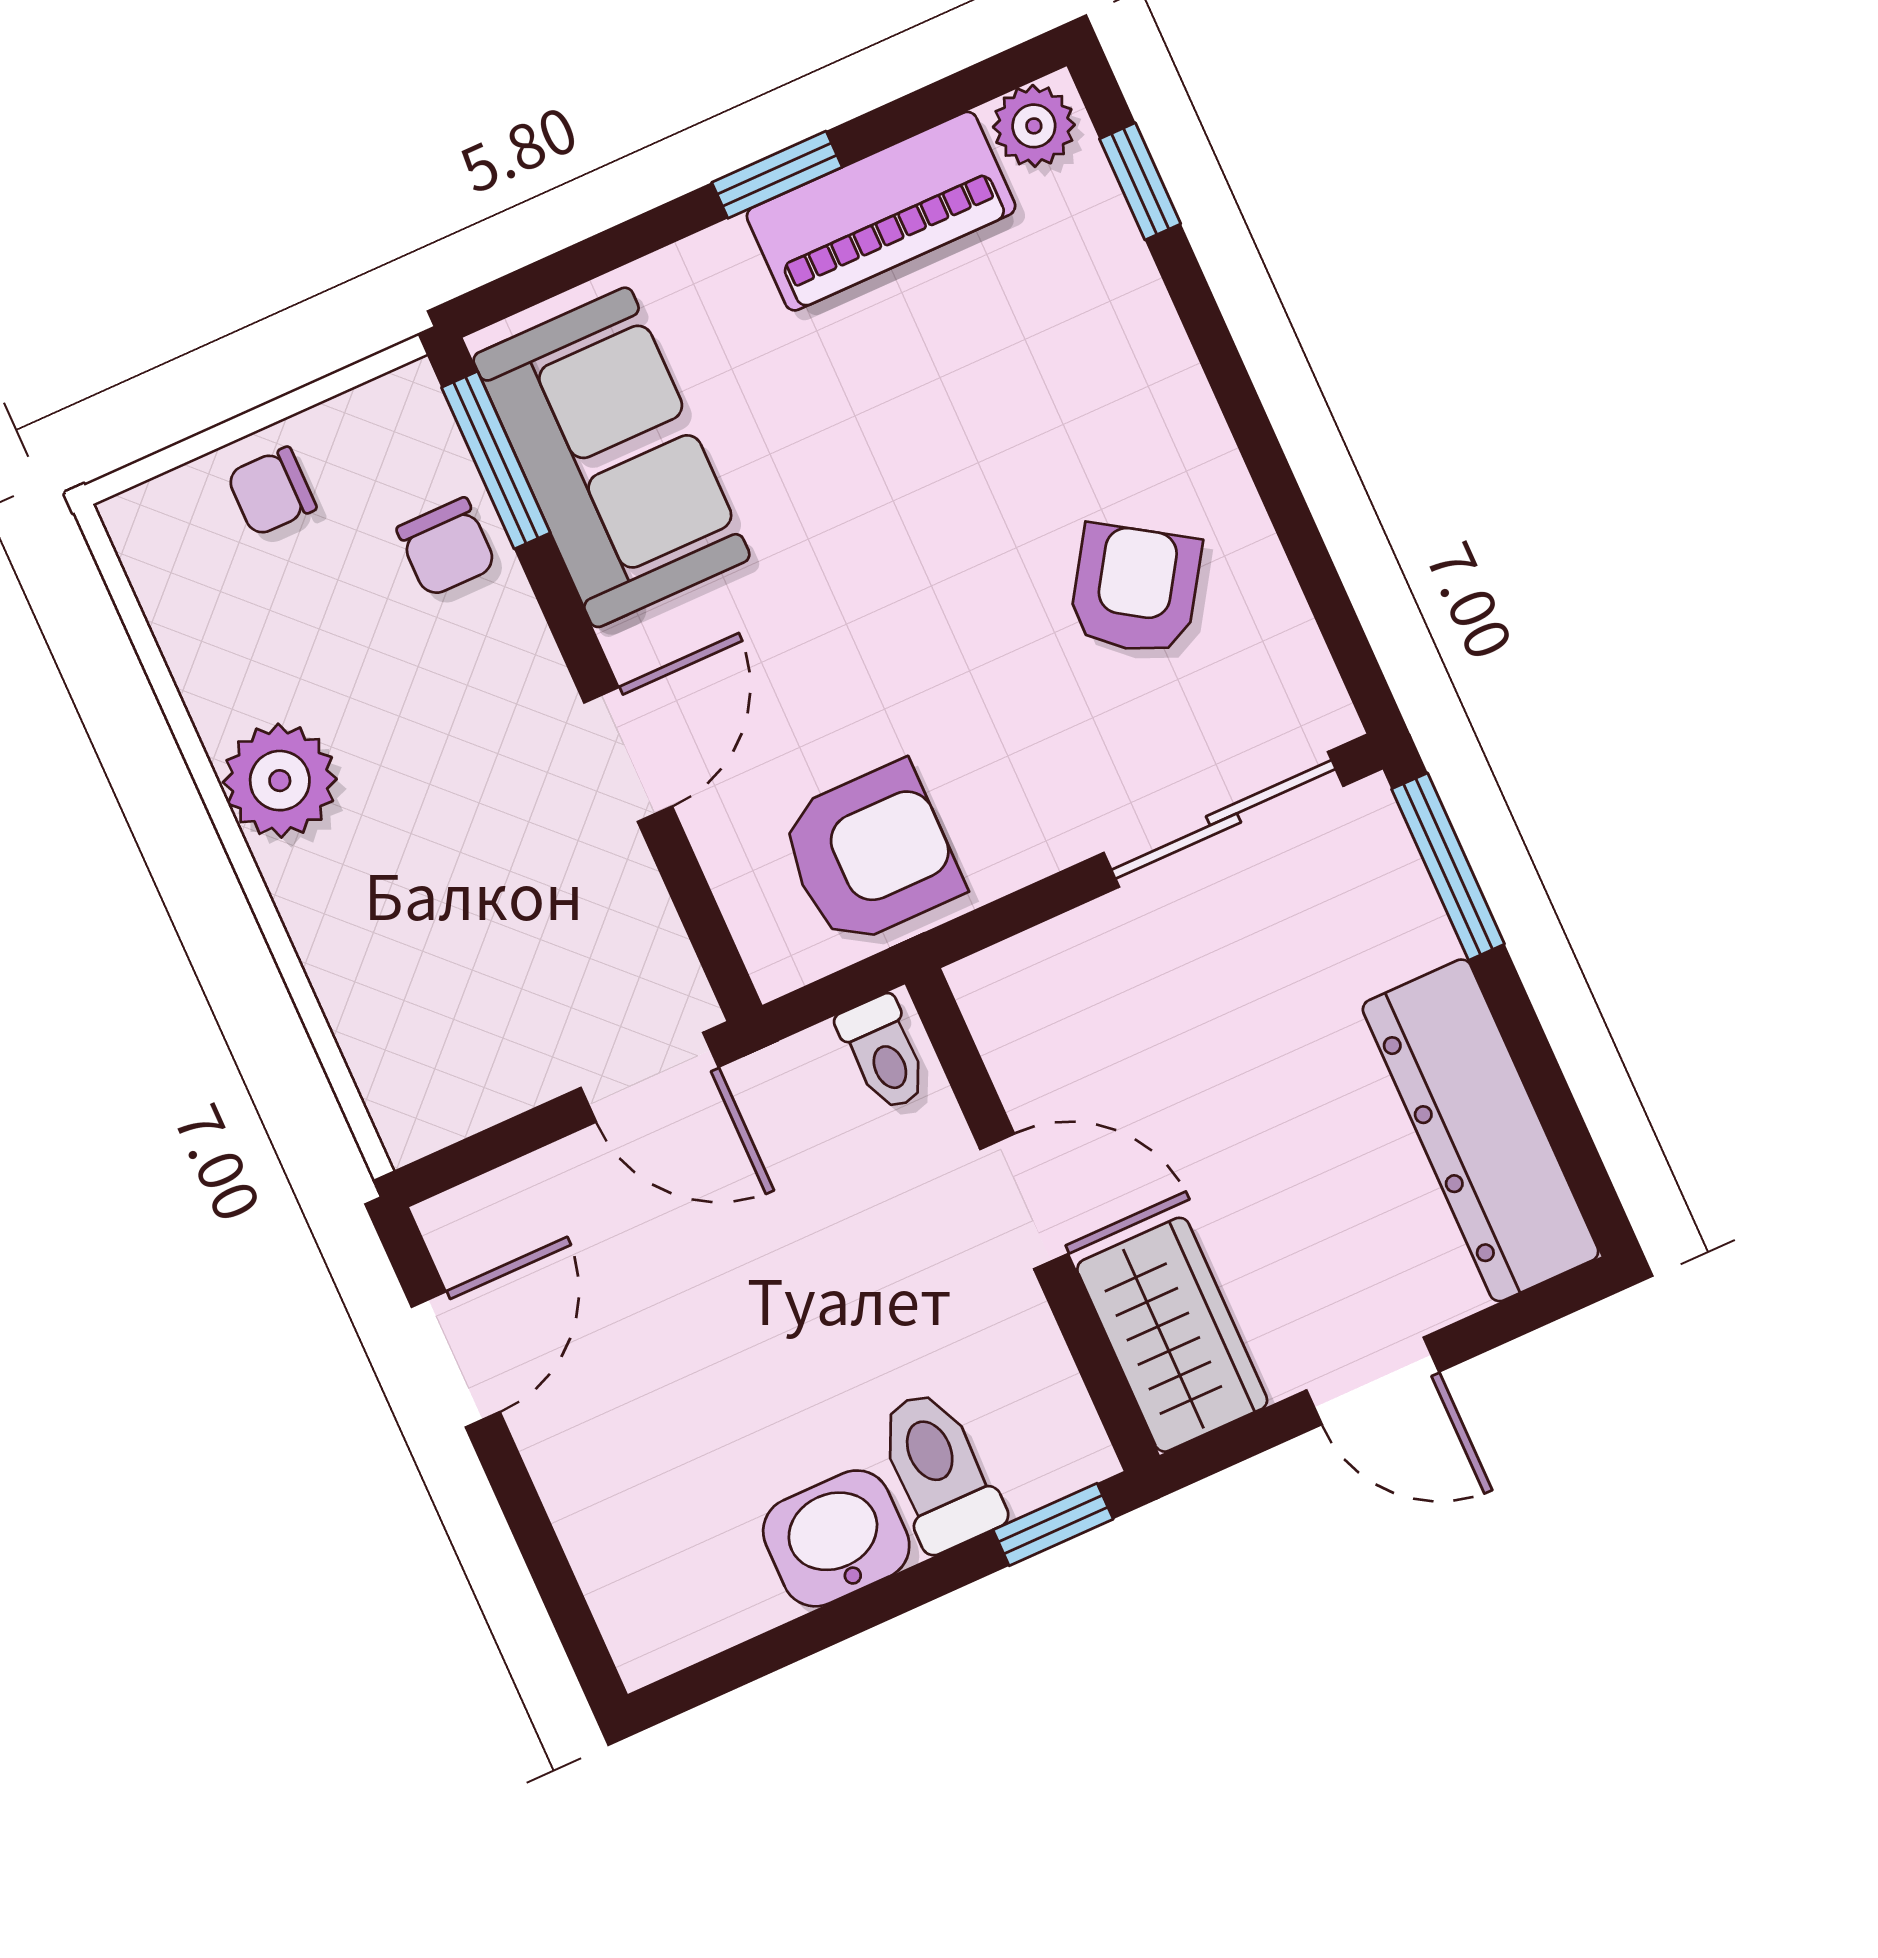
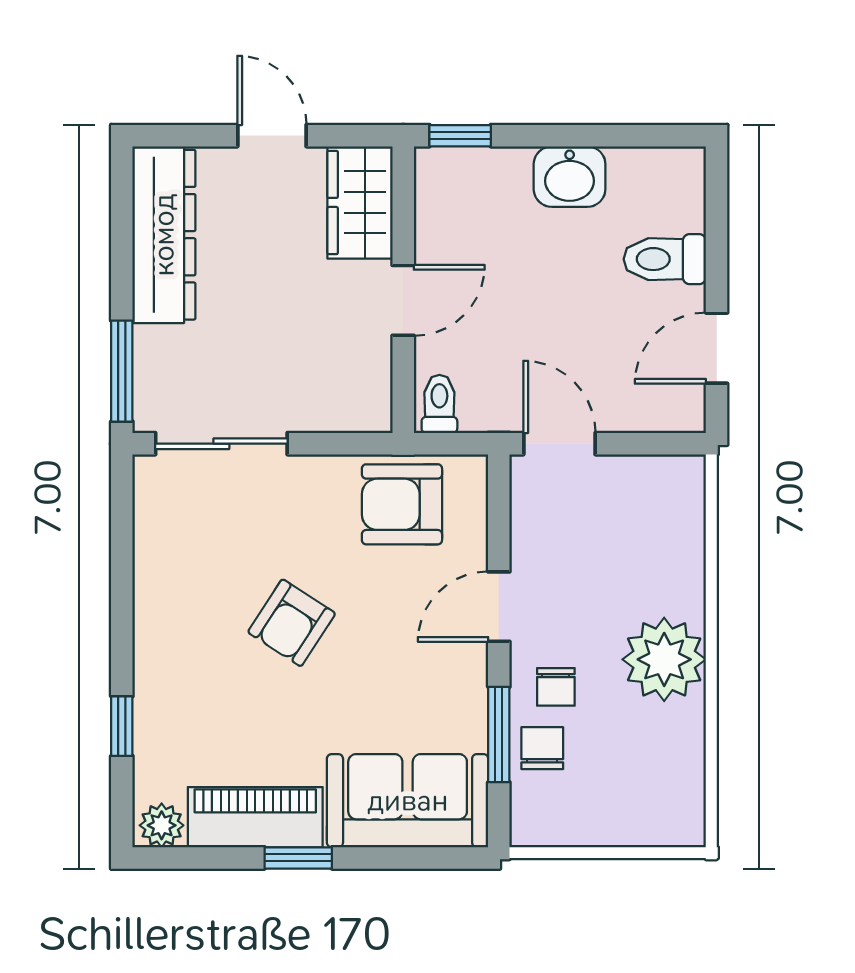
window: (1140, 181) -> (122, 726), moved
sofa: (611, 457) -> (408, 801), moved, turned 90
window: (496, 460) -> (499, 735), moved
chair: (272, 491) -> (556, 687), moved, turned 90
armchair: (1135, 589) -> (292, 623), moved
plant: (280, 781) -> (664, 659), width x1.36, depth x1.36
door: (1024, 1201) -> (403, 300), swing flipped
toilet: (938, 1470) -> (665, 259), moved, turned 90

